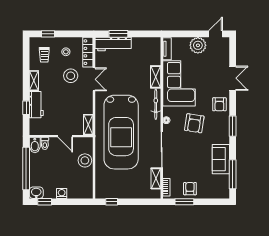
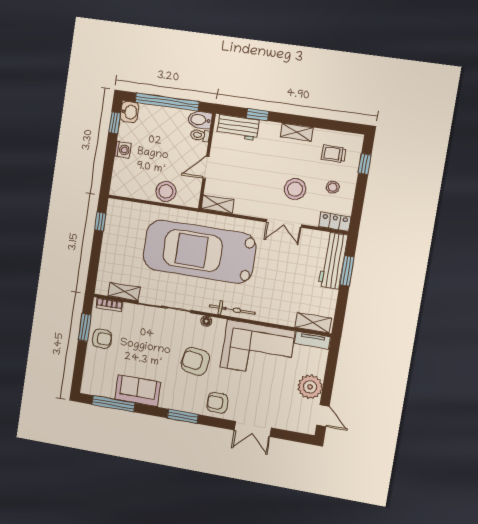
locker: (88, 52) -> (335, 222), width x0.66
shelving: (156, 77) -> (313, 323), moved
workbench: (36, 105) -> (238, 127), moved

